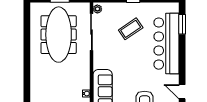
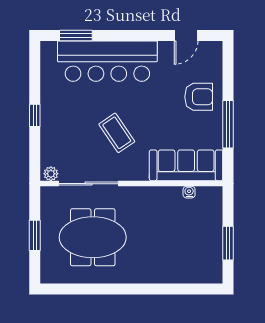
coffee table: (131, 29) -> (117, 133), moved
meeting table: (59, 35) -> (93, 237), width x0.73

